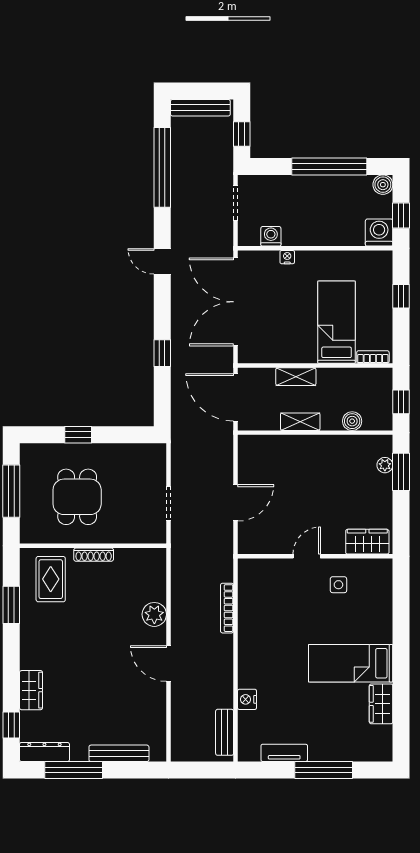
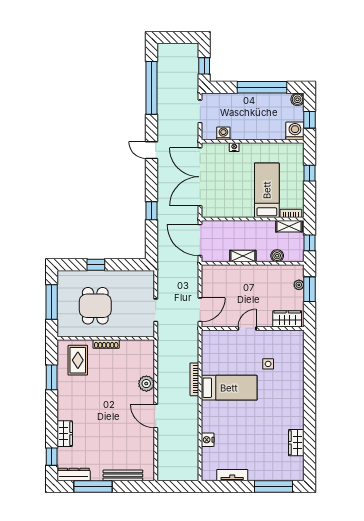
bench: (200, 108) -> (177, 48), removed
shelving: (296, 377) -> (289, 226), moved
wardrobe: (367, 542) -> (287, 319), moved
door: (307, 556) -> (247, 328), moved
wall: (315, 556) -> (253, 328), moved
bed: (351, 663) -> (229, 388), moved, turned 180
bench: (225, 732) -> (193, 462), removed
window: (324, 770) -> (274, 487), moved

